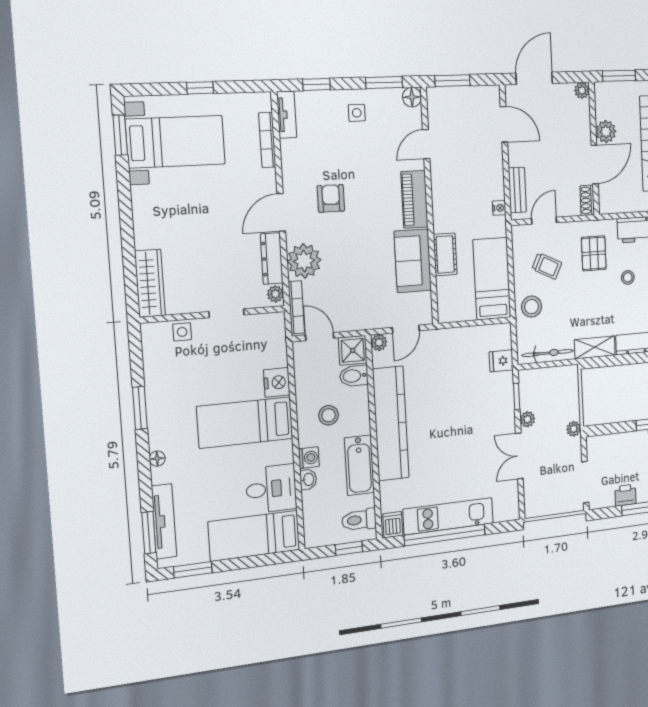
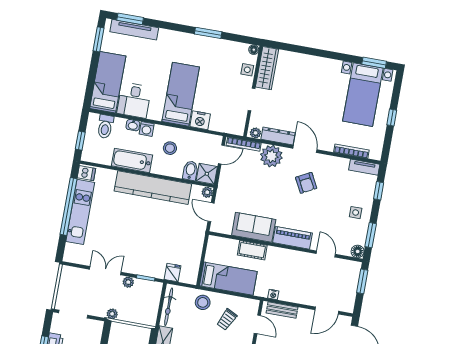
armchair: (331, 198) -> (306, 183), turned 62
wardrobe: (150, 283) -> (267, 68), moved, turned -90
floor lamp: (157, 459) -> (254, 50), moved
toilet: (359, 520) -> (105, 127), moved, turned 180

